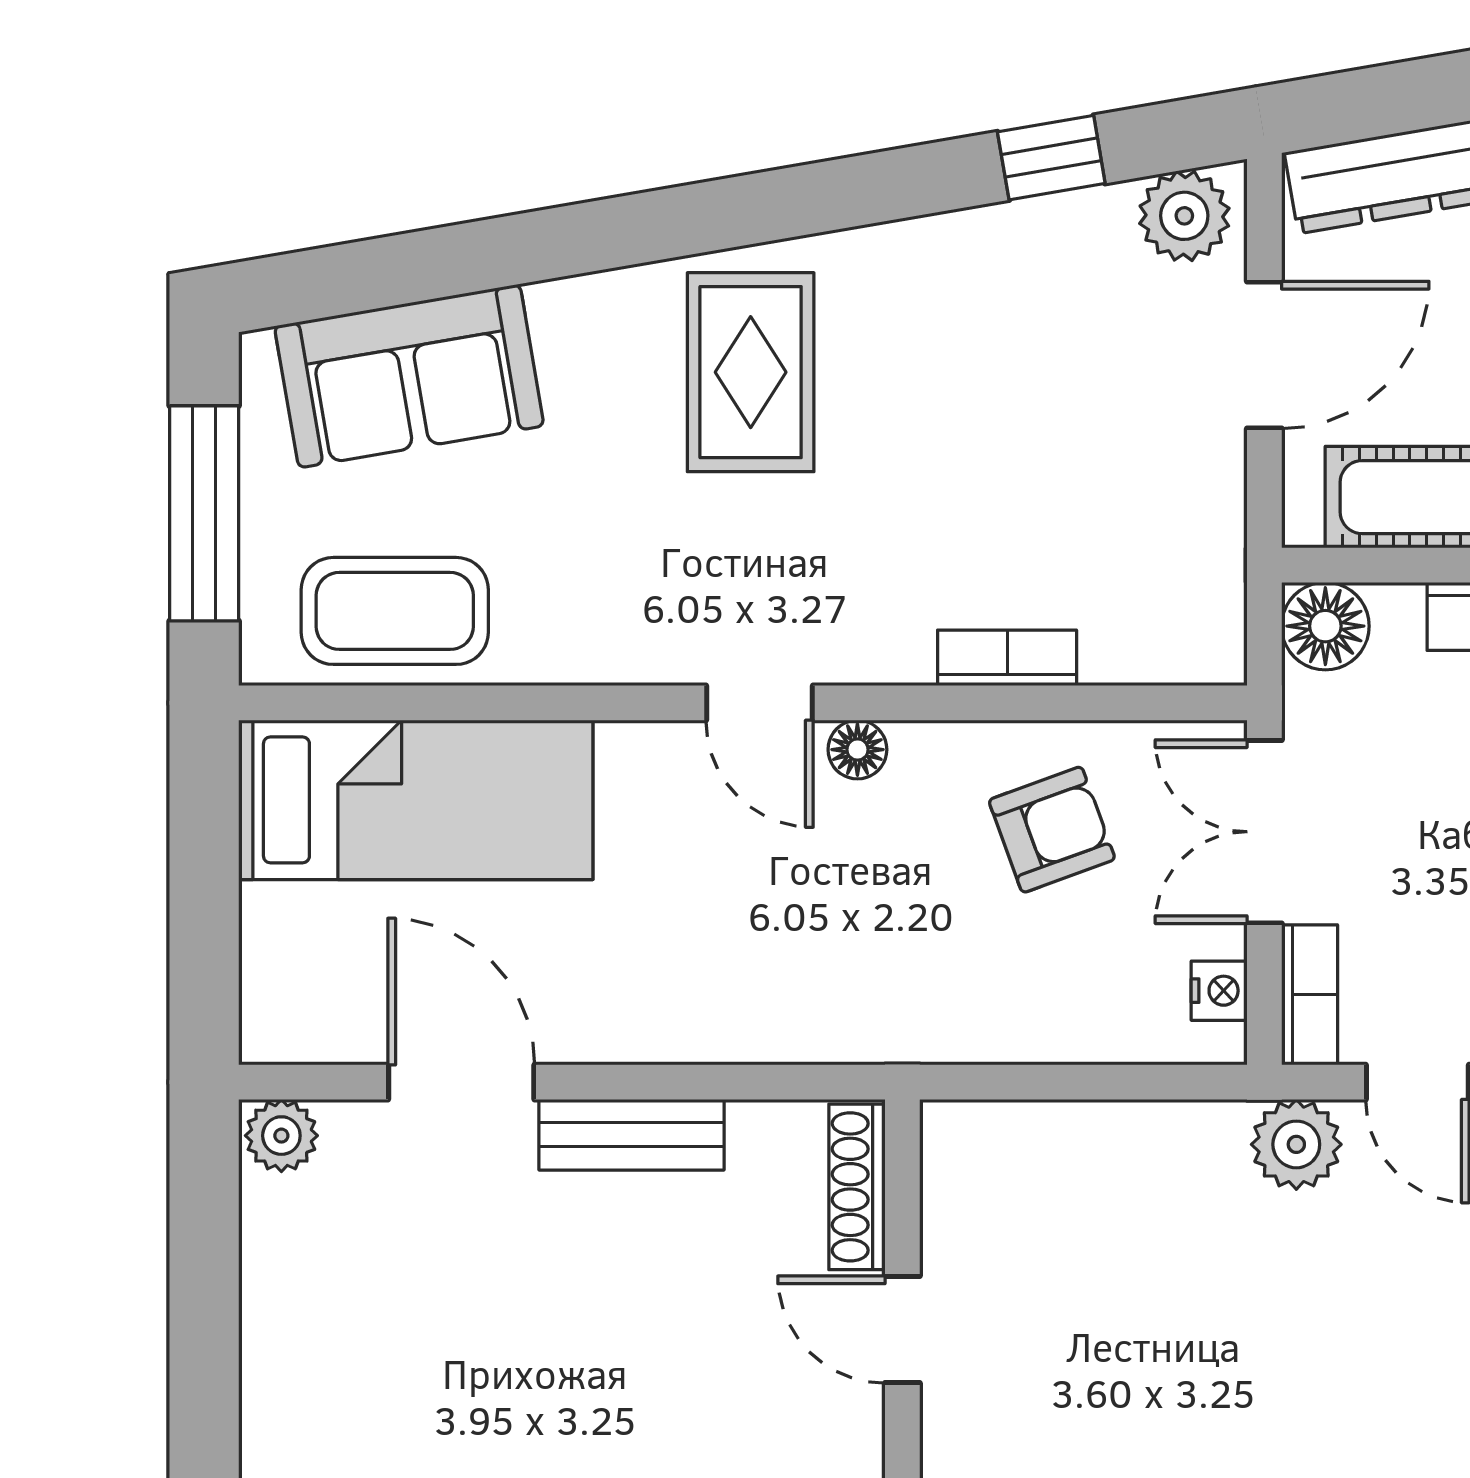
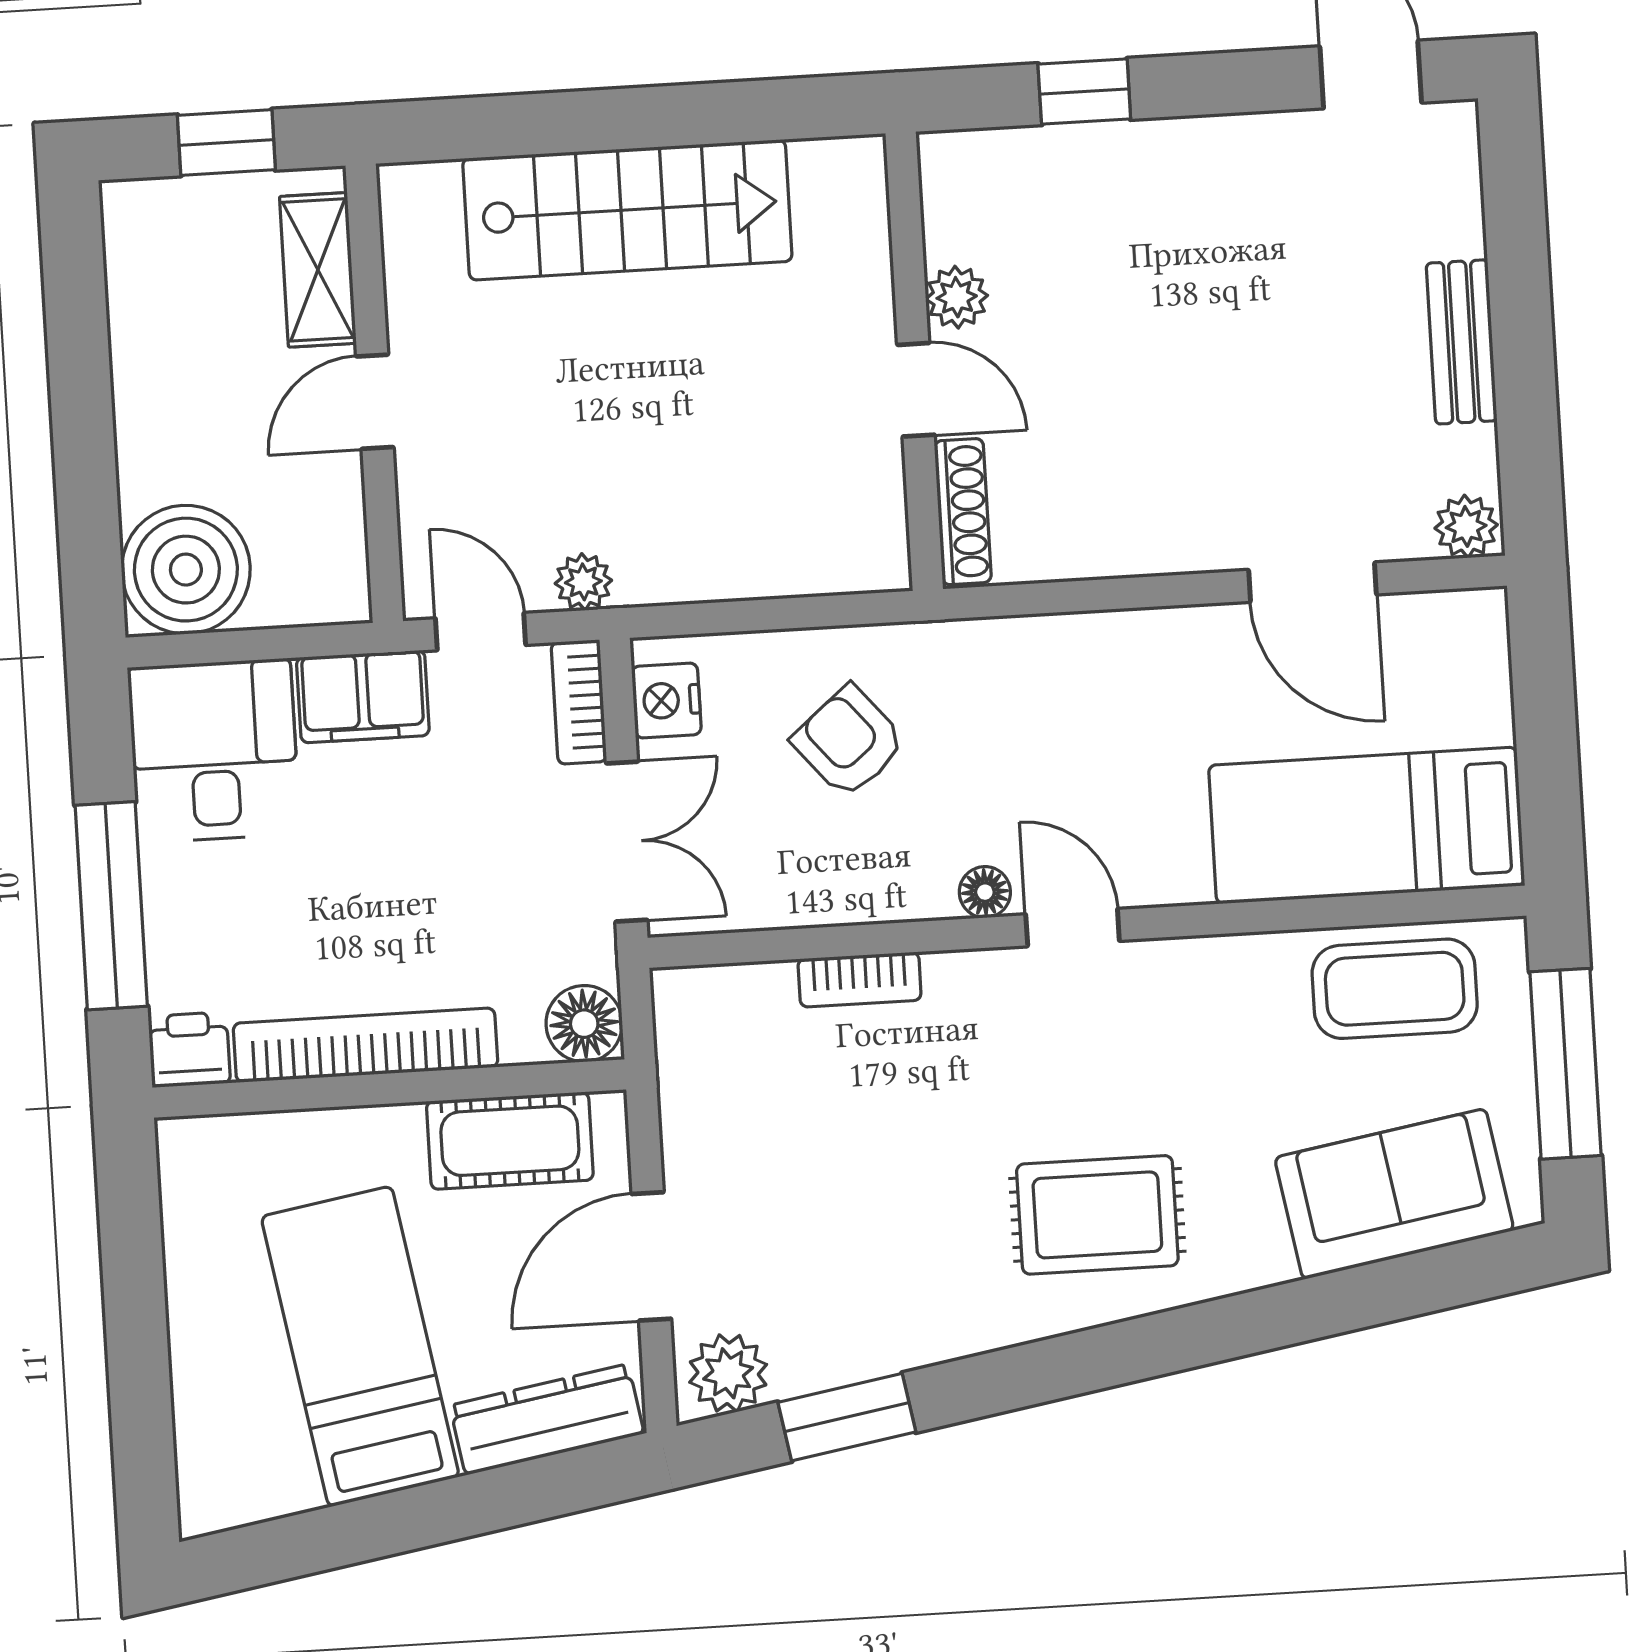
window: (1051, 158) -> (847, 1417), width x1.50
rug: (751, 372) -> (1097, 1215), turned 90
armchair: (1052, 830) -> (849, 742), moved, turned 70
nightstand: (1219, 991) -> (666, 700), width x1.39, depth x1.35
bench: (632, 1135) -> (1462, 342), moved, turned 90
plant: (1296, 1144) -> (583, 582), width x0.73, depth x0.73
plant: (849, 1433) -> (957, 297), added

